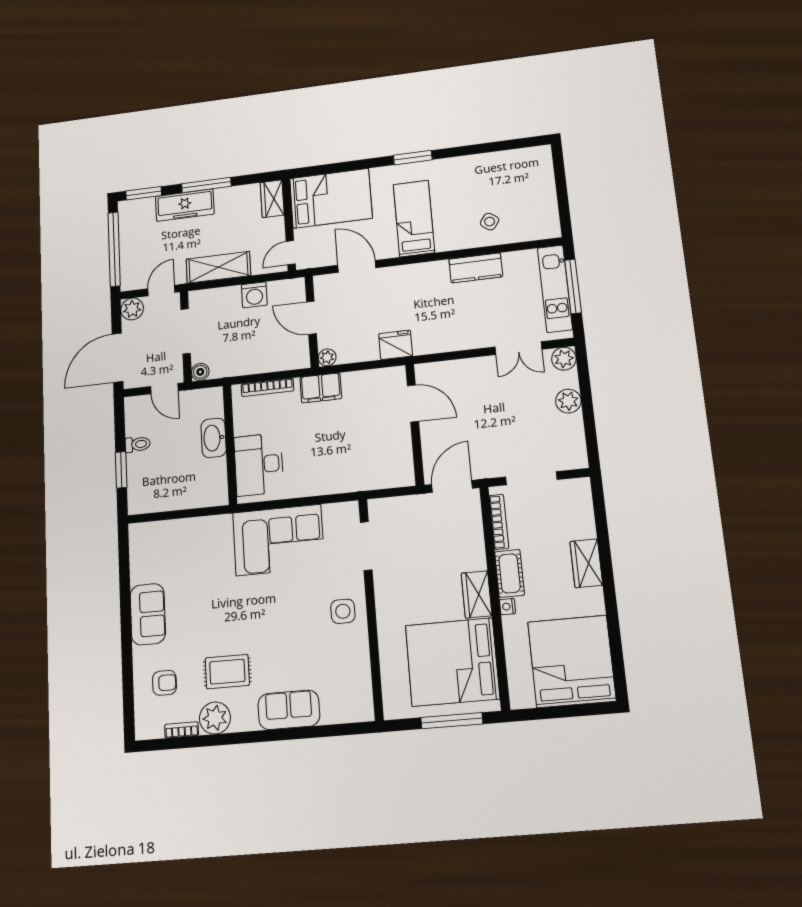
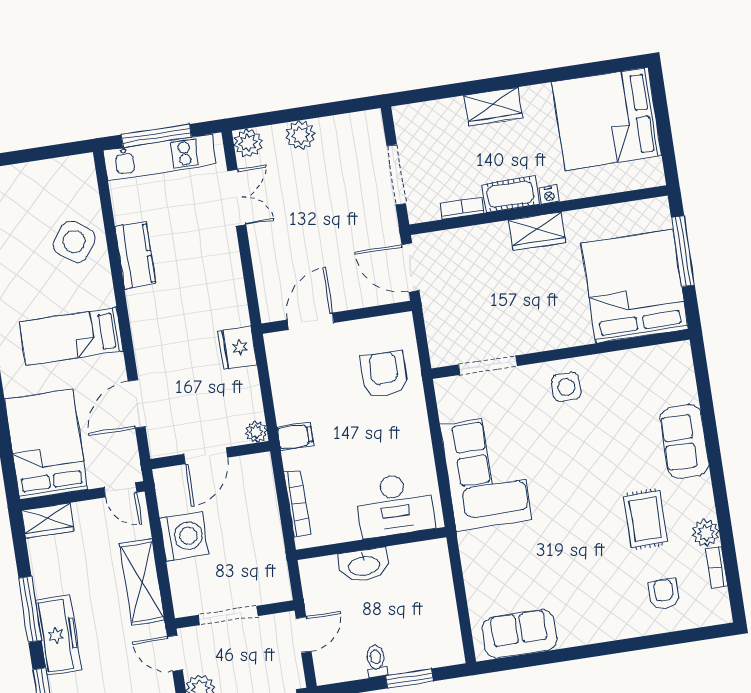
side table: (490, 222) -> (74, 242), width x1.87, depth x1.87
washing machine: (254, 295) -> (184, 536), width x1.37, depth x1.37
boiler: (200, 372) -> (280, 591), removed
filing cabinet: (321, 388) -> (295, 436), width x0.50
armchair: (365, 461) -> (384, 374), added
bookcase: (499, 522) -> (462, 208), width x0.64
sofa: (148, 614) -> (520, 634), moved
bed: (452, 662) -> (635, 286), moved, turned 180
plant: (215, 718) -> (706, 533), width x0.73, depth x0.73

